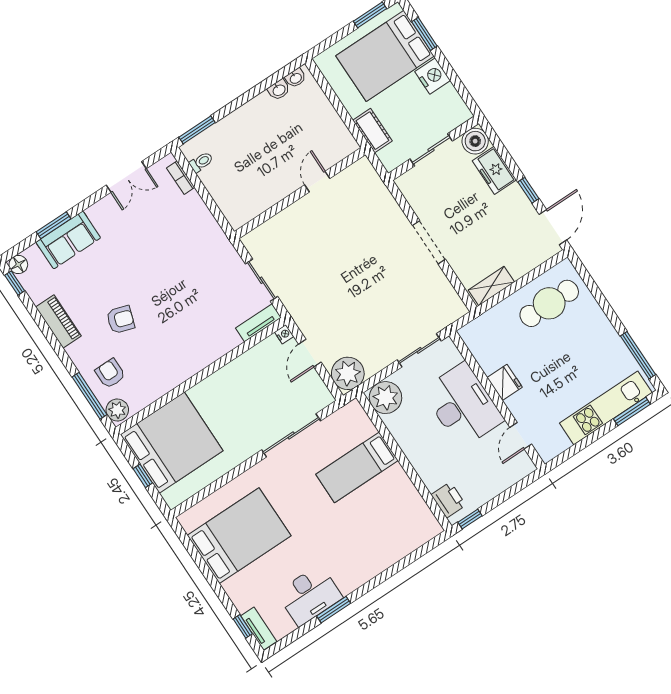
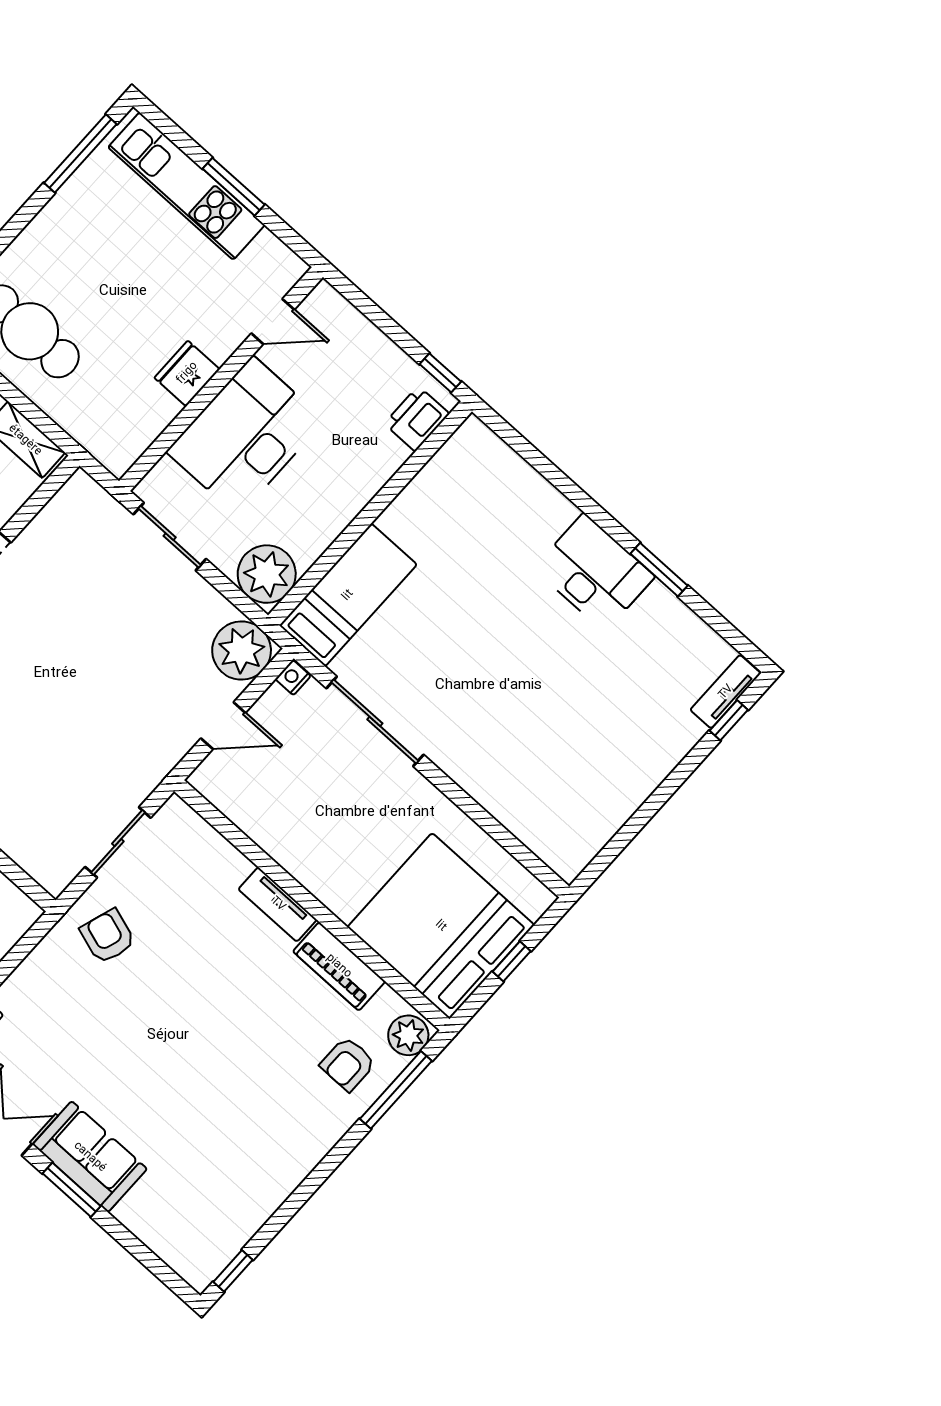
window: (54, 225) -> (72, 1190), moved
sofa: (68, 240) -> (90, 1157), moved
floor lamp: (18, 265) -> (199, 1273), removed
armchair: (121, 320) -> (108, 936), moved
piano: (58, 322) -> (339, 966), moved, turned -90
tv unit: (258, 323) -> (278, 904), moved
nightstand: (284, 334) -> (293, 678), moved
window: (632, 411) -> (234, 187), moved
bed: (357, 467) -> (348, 595), moved, turned -90
bed: (239, 536) -> (572, 767), removed
desk: (310, 595) -> (594, 572), moved

